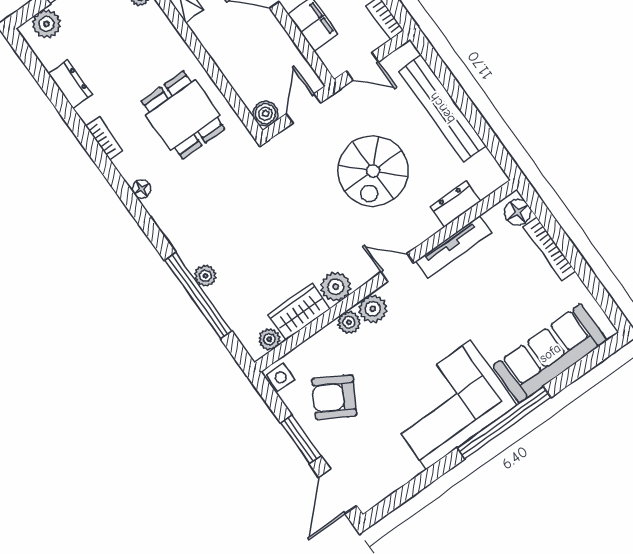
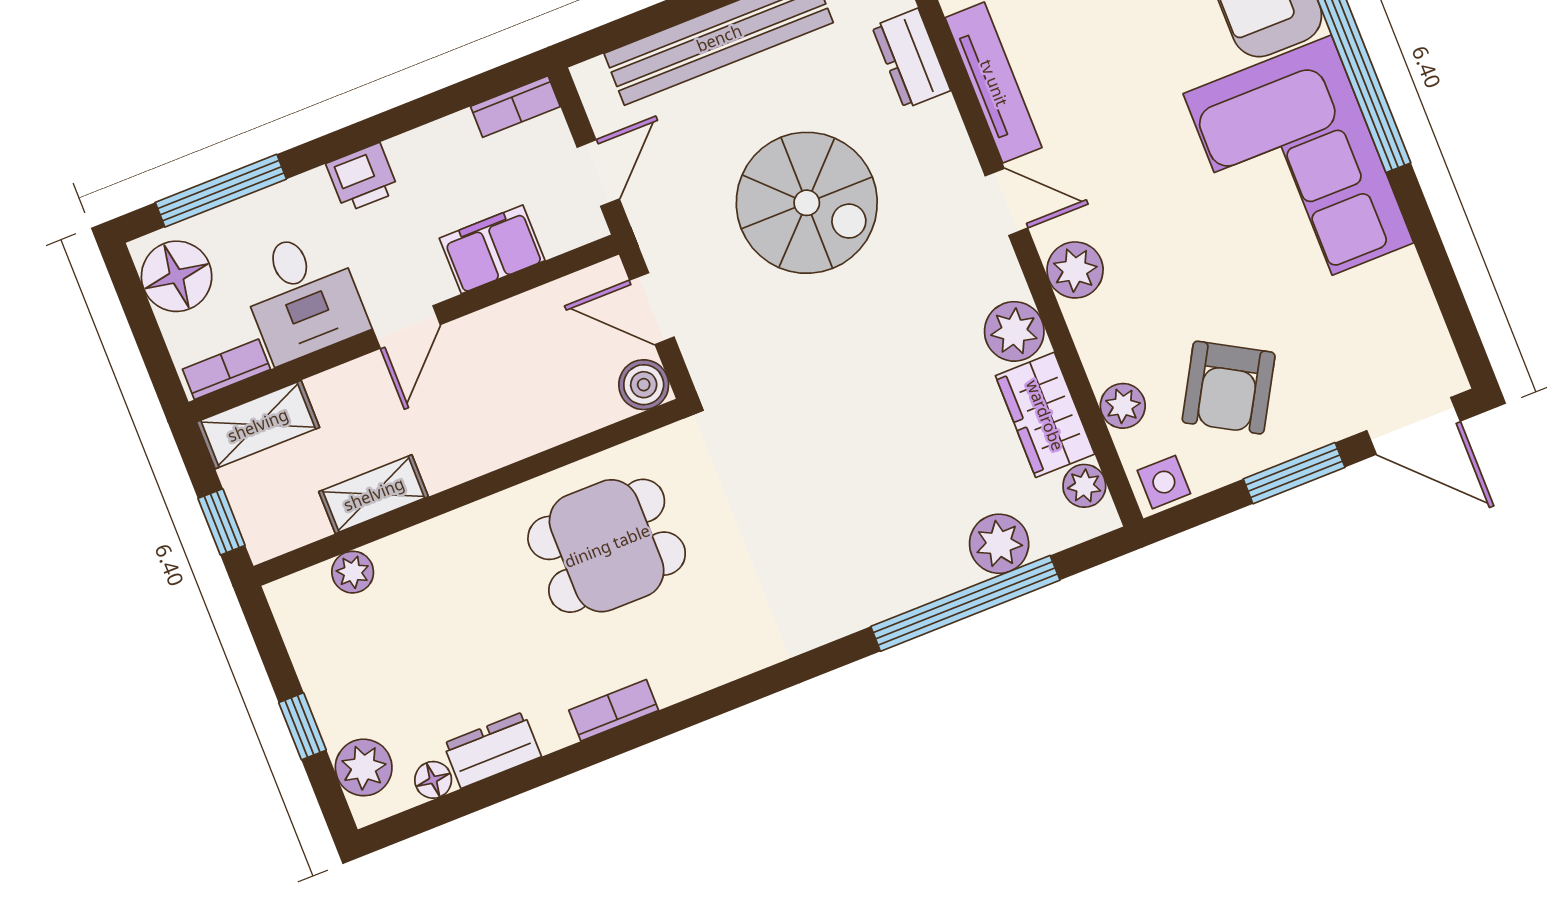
floor lamp: (141, 189) -> (433, 780), moved
door: (397, 267) -> (1006, 202), swing flipped
plant: (205, 276) -> (999, 544), moved, width x1.38, depth x1.38
plant: (349, 322) -> (1123, 406), moved

